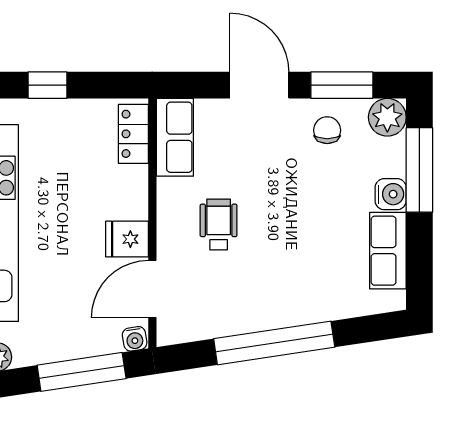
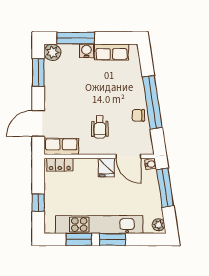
door: (259, 85) -> (38, 123), moved
chair: (327, 130) -> (138, 115), moved
wheelchair: (219, 224) -> (100, 127), turned -90

